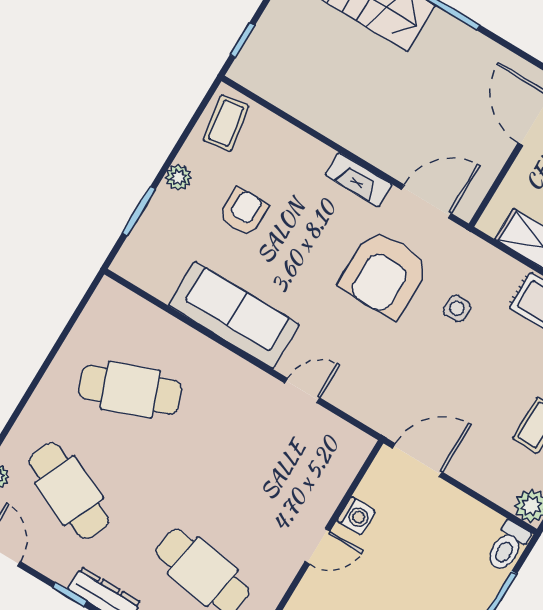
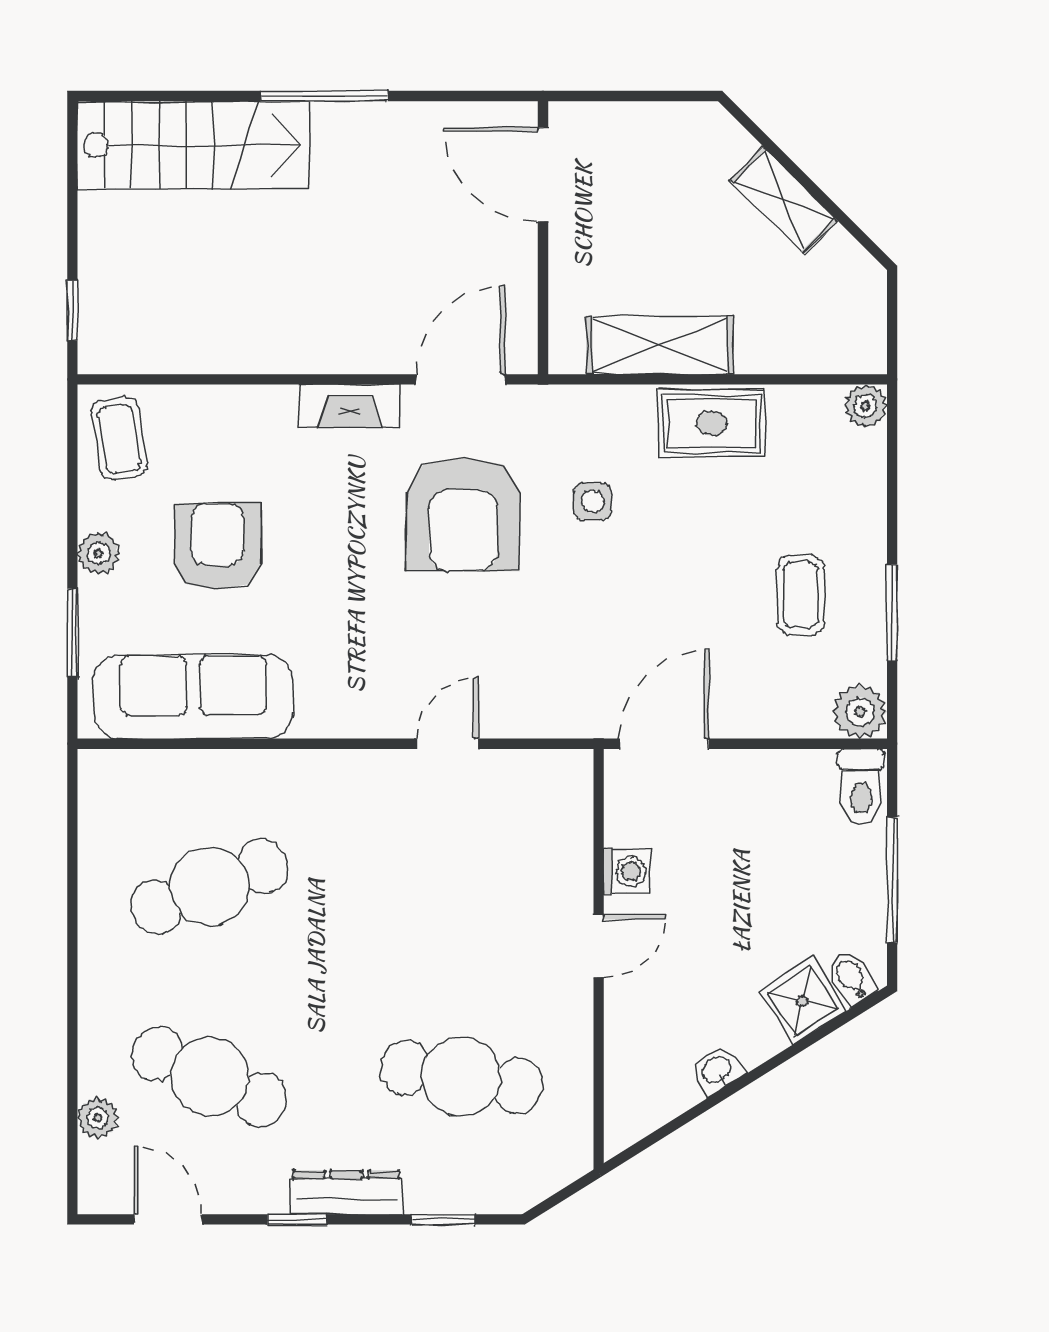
armchair: (243, 212) -> (217, 547), width x1.38, depth x1.38
sofa: (234, 315) -> (193, 697), moved

